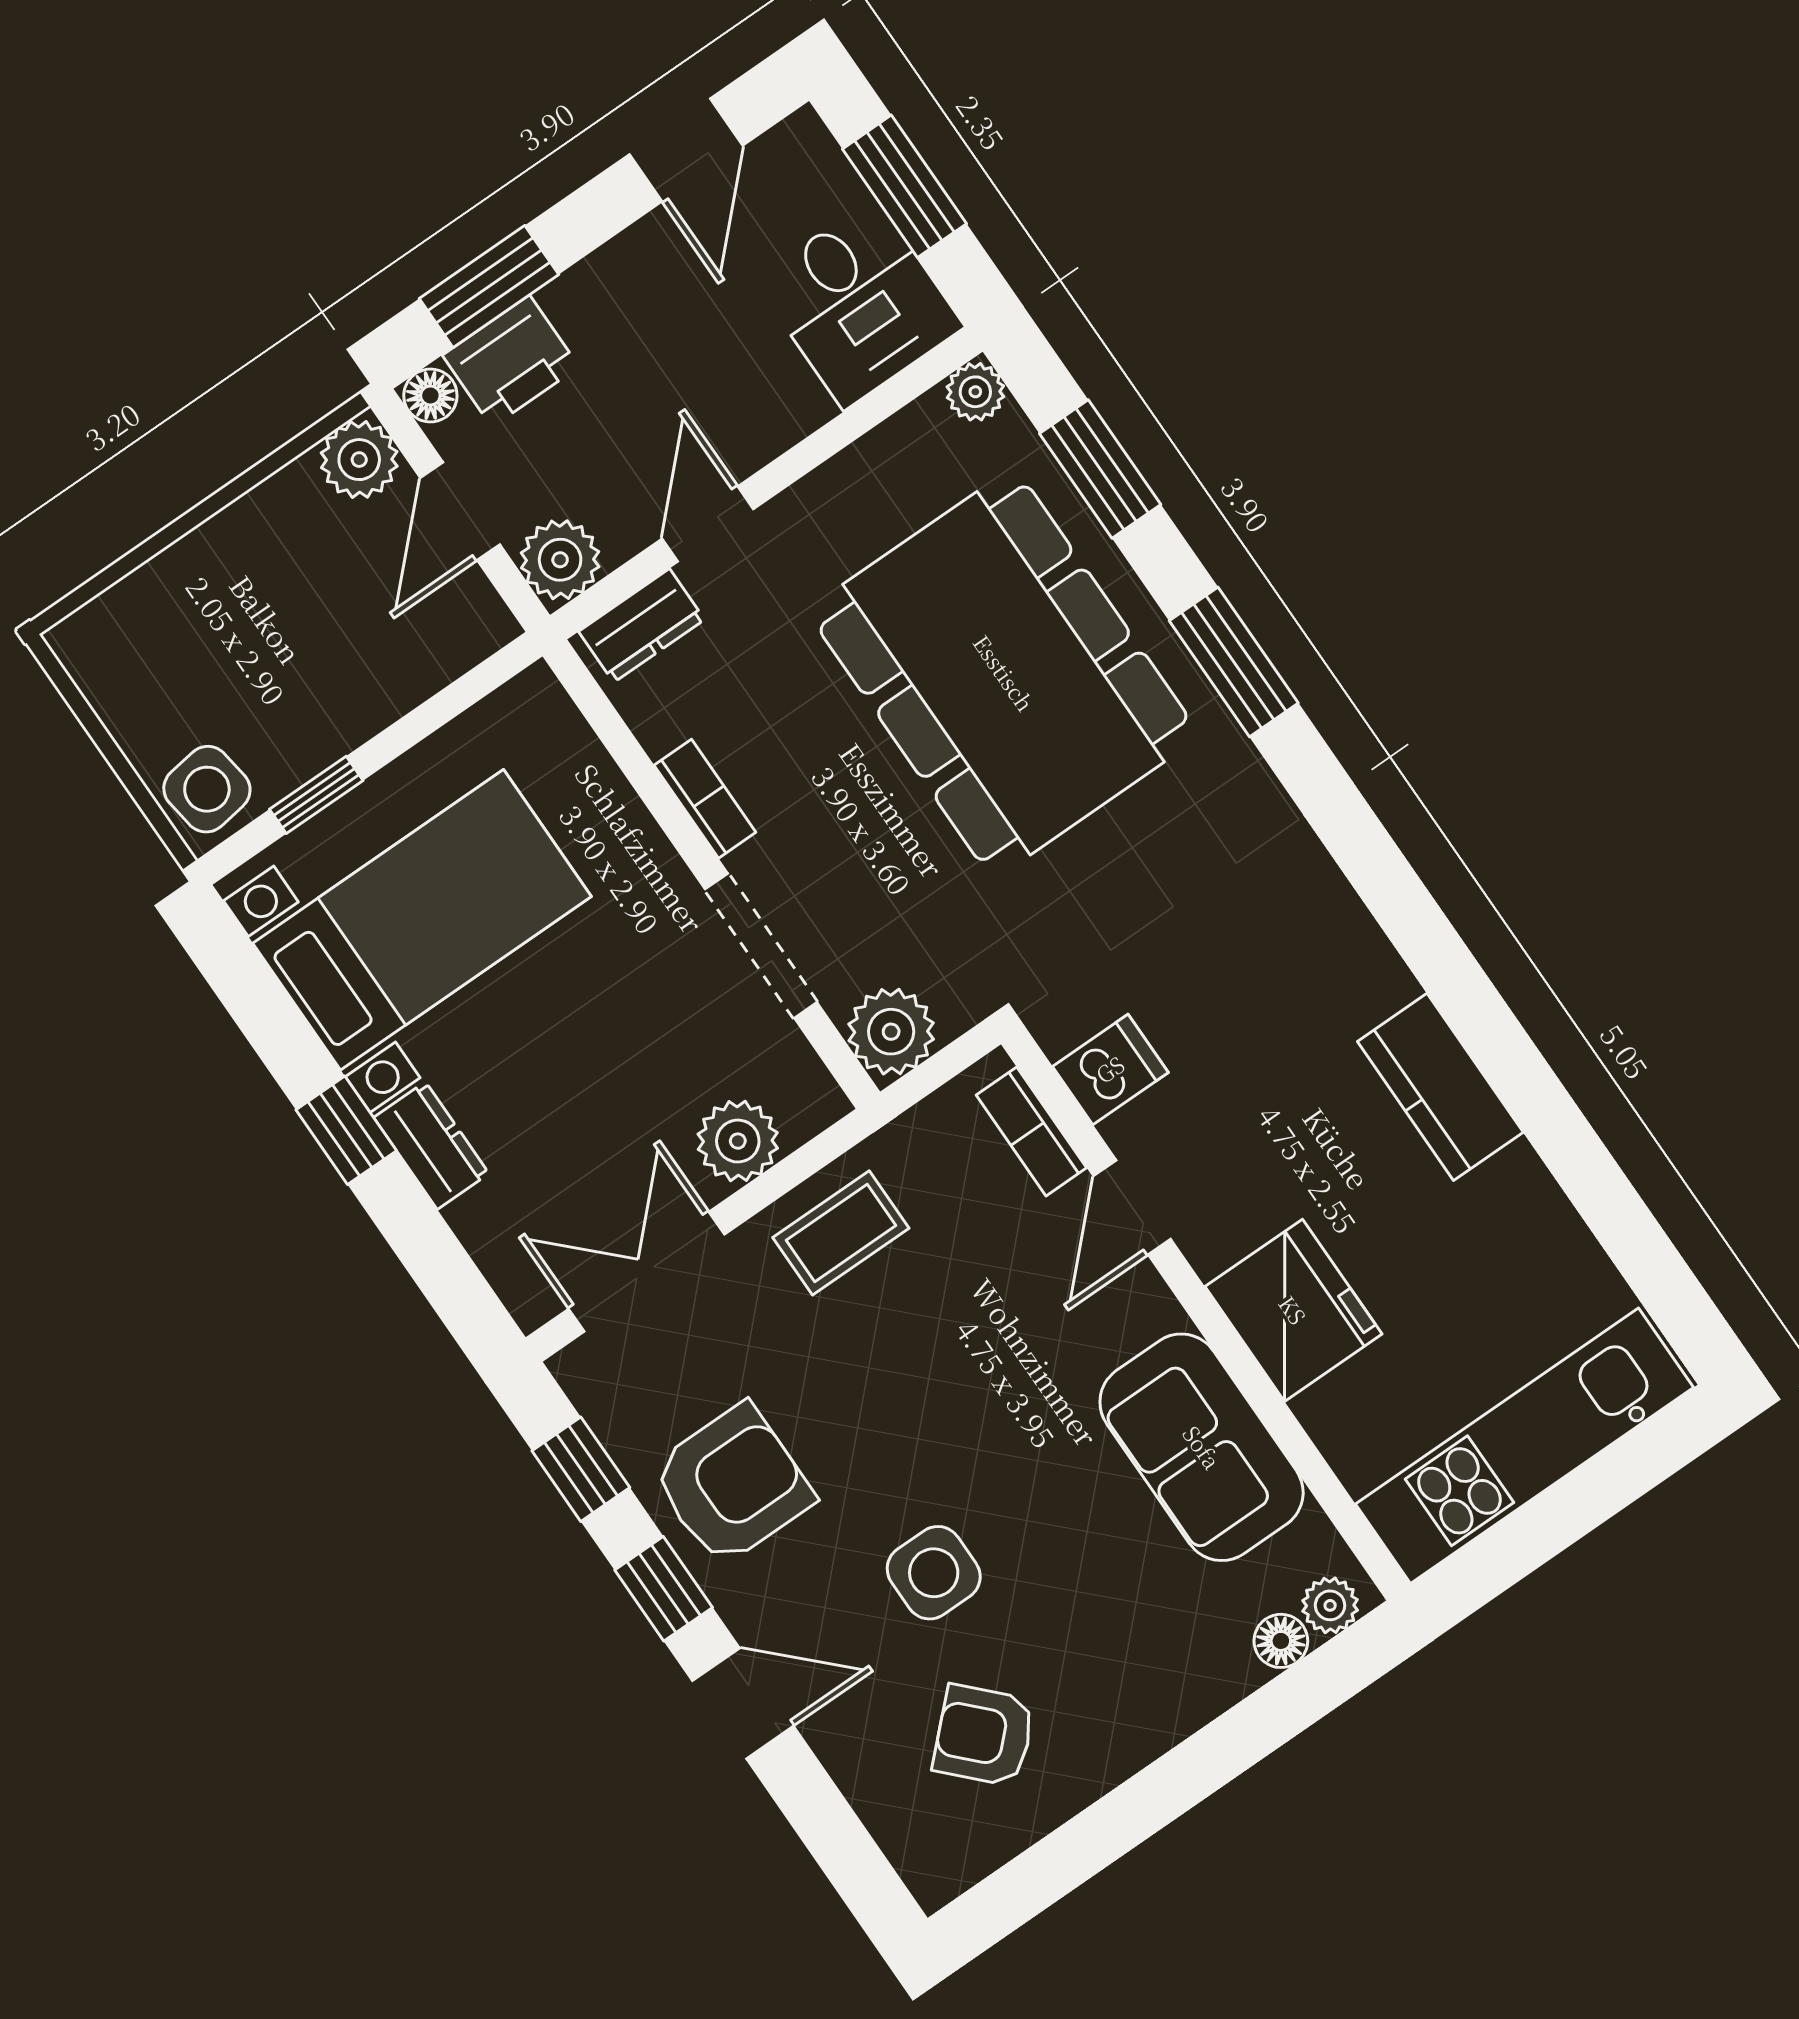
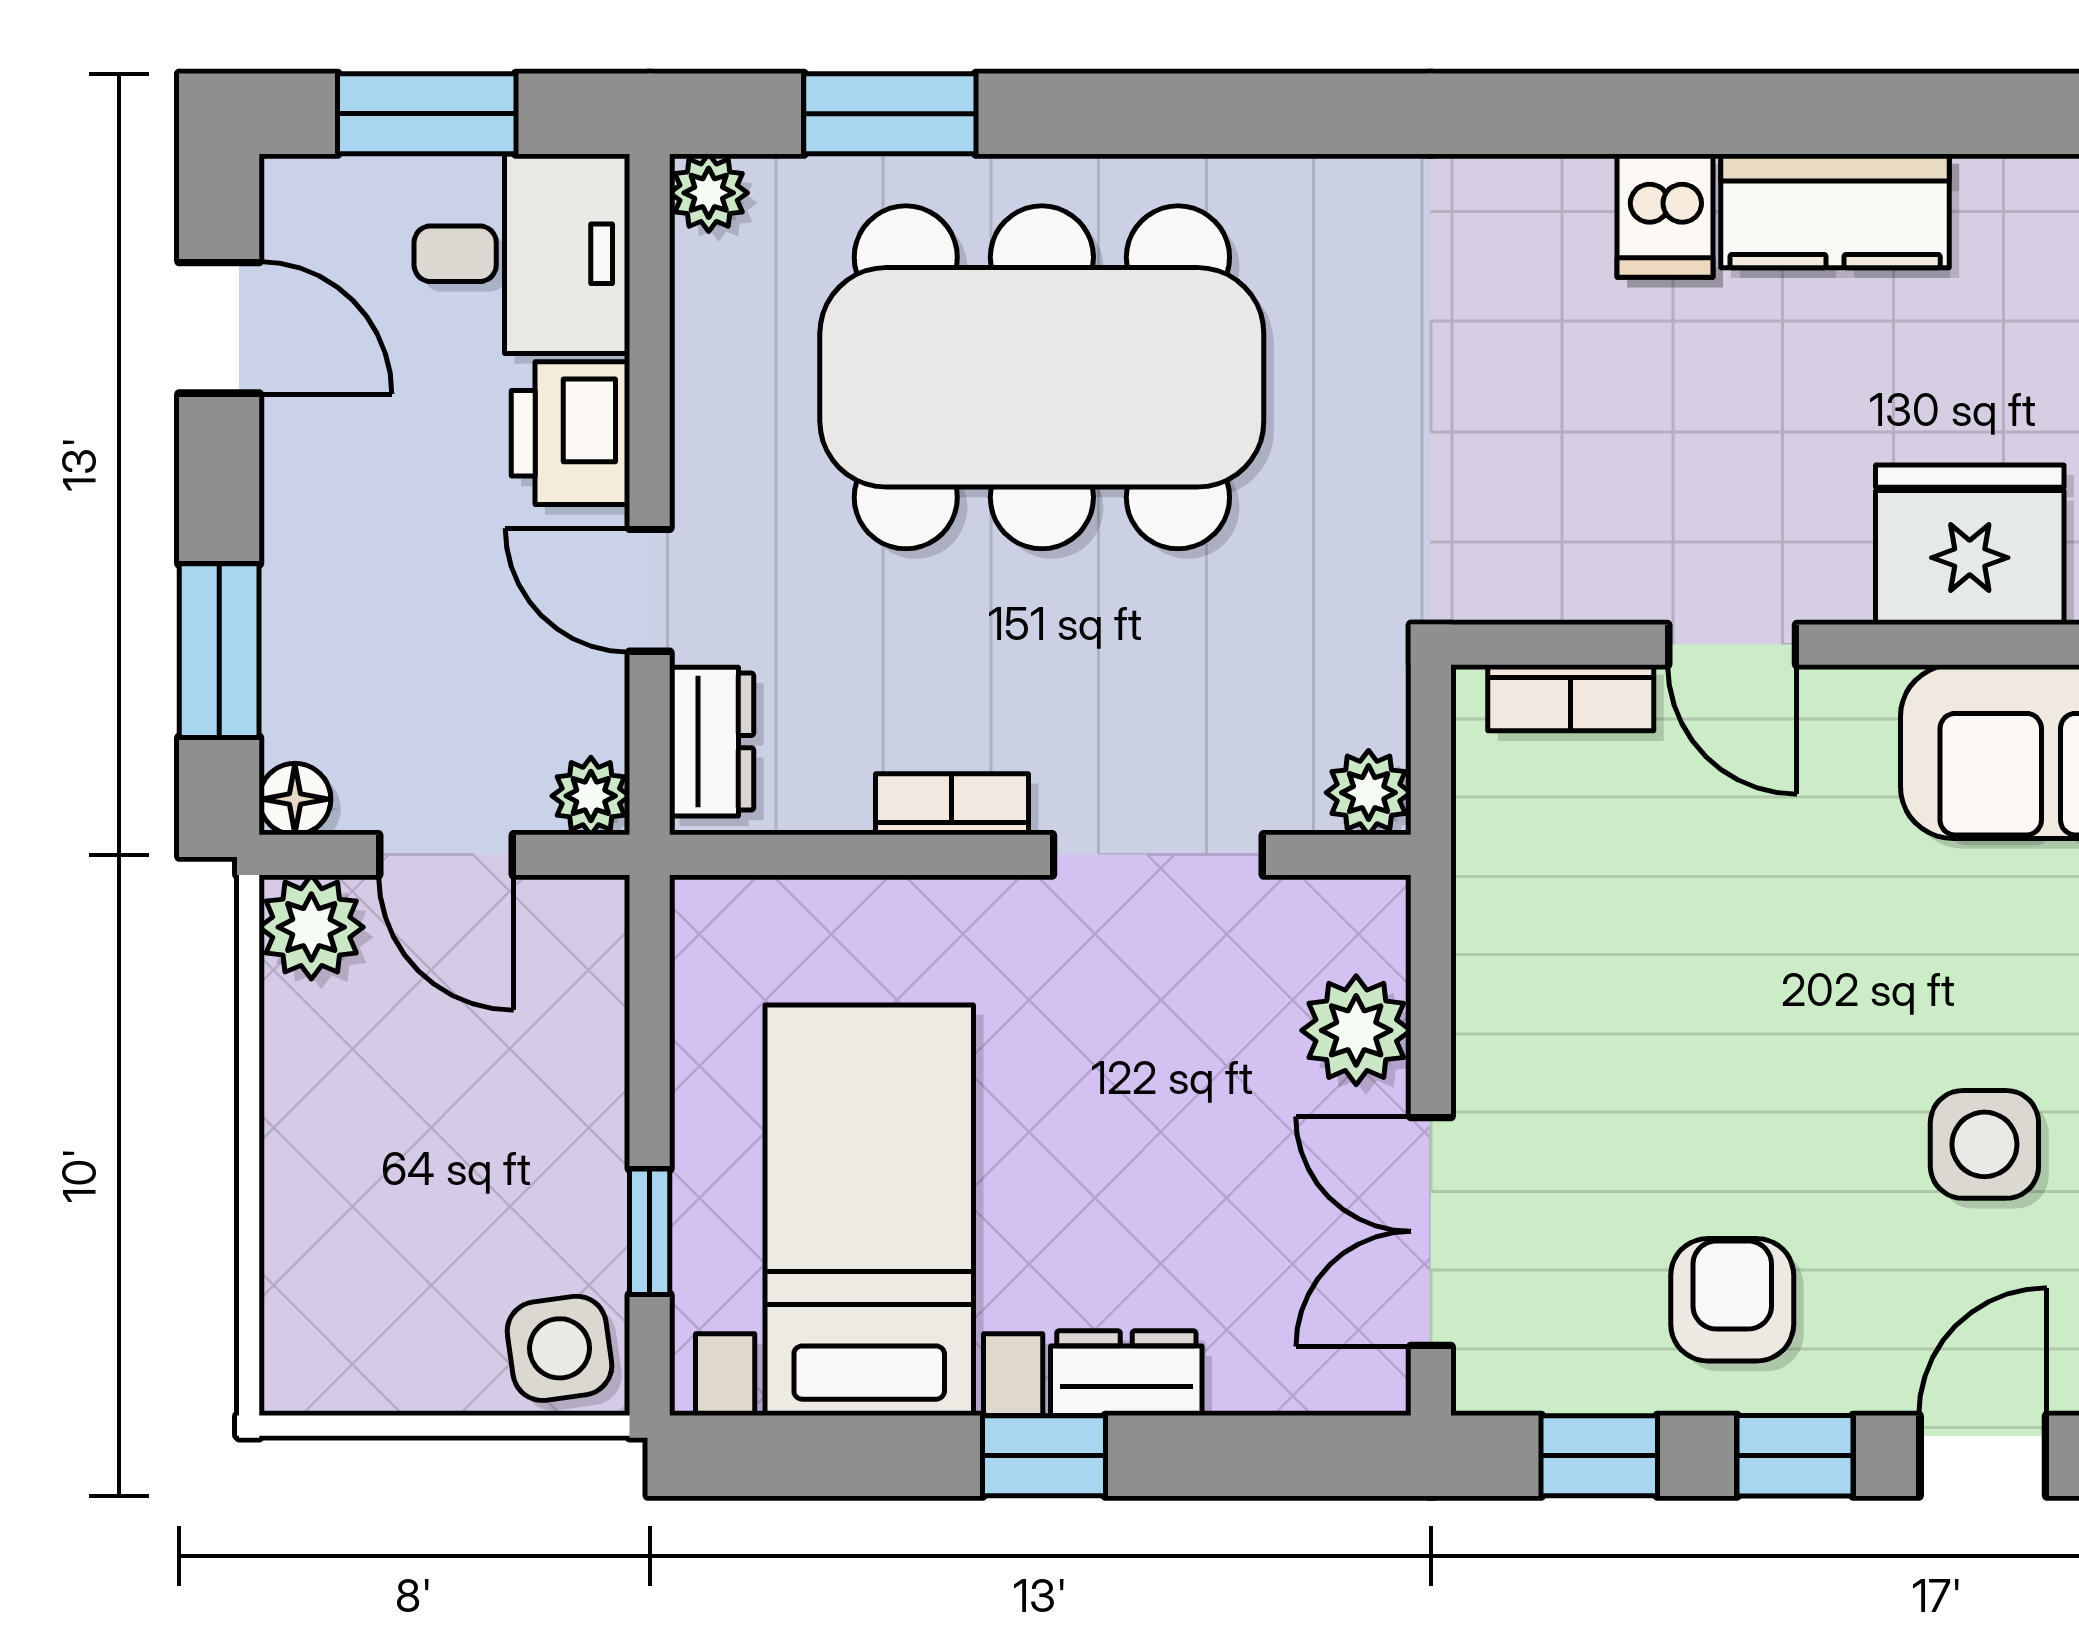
printer: (511, 361) -> (571, 433), moved, turned 180
plant: (560, 560) -> (591, 796), width x0.73, depth x0.73
window: (1234, 662) -> (1206, 114), removed
plant: (891, 1032) -> (1369, 793), width x0.73, depth x0.73
dishwasher: (1110, 1069) -> (1665, 216), moved, turned 180
coffee table: (841, 1233) -> (1537, 987), removed
armchair: (732, 1484) -> (1732, 1300), width x0.72, depth x0.72

